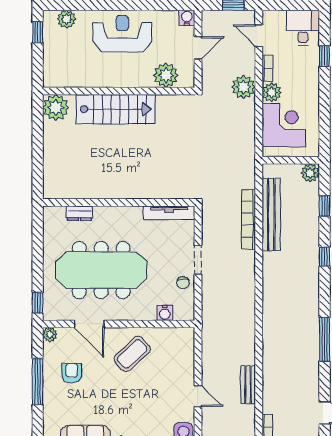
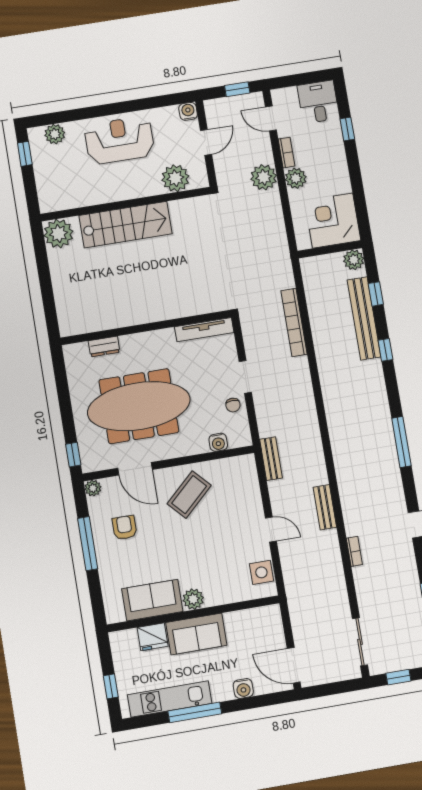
corner desk: (284, 125) -> (333, 221), moved, turned -90
bench: (271, 215) -> (364, 318), moved
bench: (208, 335) -> (271, 459), added

